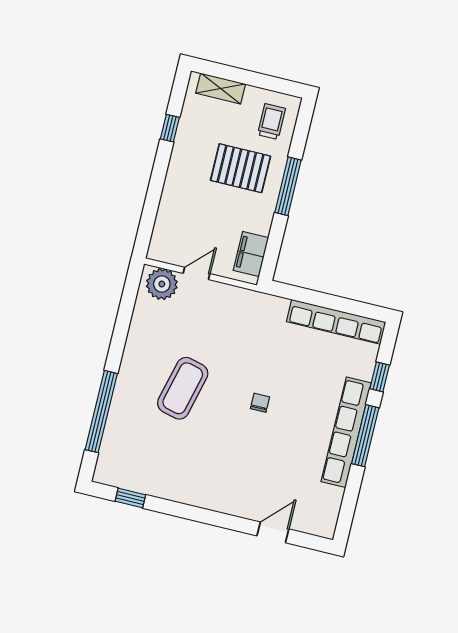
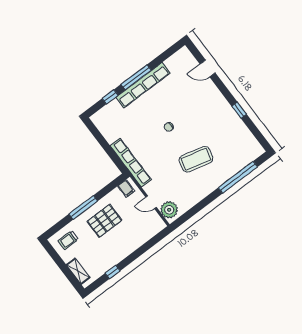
pallet: (241, 168) -> (104, 221), moved, turned 90
filing cabinet: (251, 254) -> (126, 189), width x0.50
row of seats: (336, 322) -> (131, 163), moved
window: (130, 498) -> (239, 110), moved

